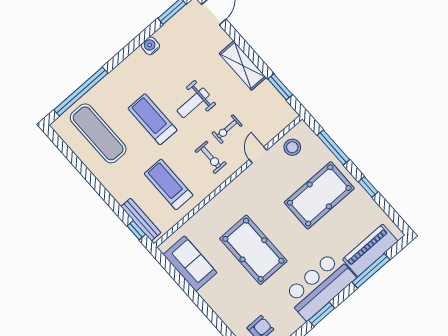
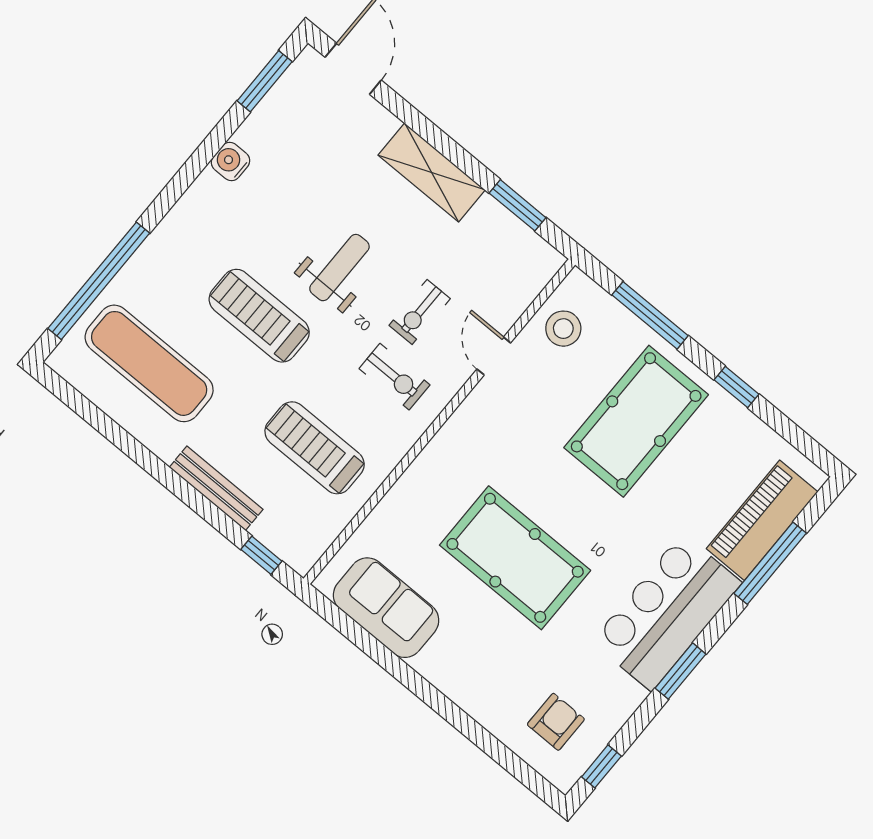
weight bench: (193, 103) -> (339, 268), turned 180
bench: (141, 220) -> (216, 488), moved

